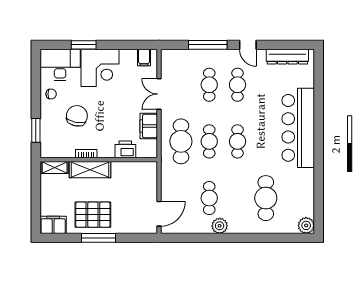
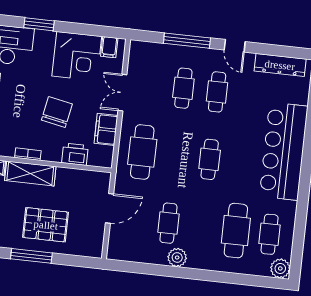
corner desk: (100, 68) -> (77, 56), moved
chair: (77, 116) -> (57, 112), moved
cafe table: (209, 141) -> (270, 234), moved
door: (159, 214) -> (110, 208), moved
pallet: (93, 215) -> (46, 225), moved

